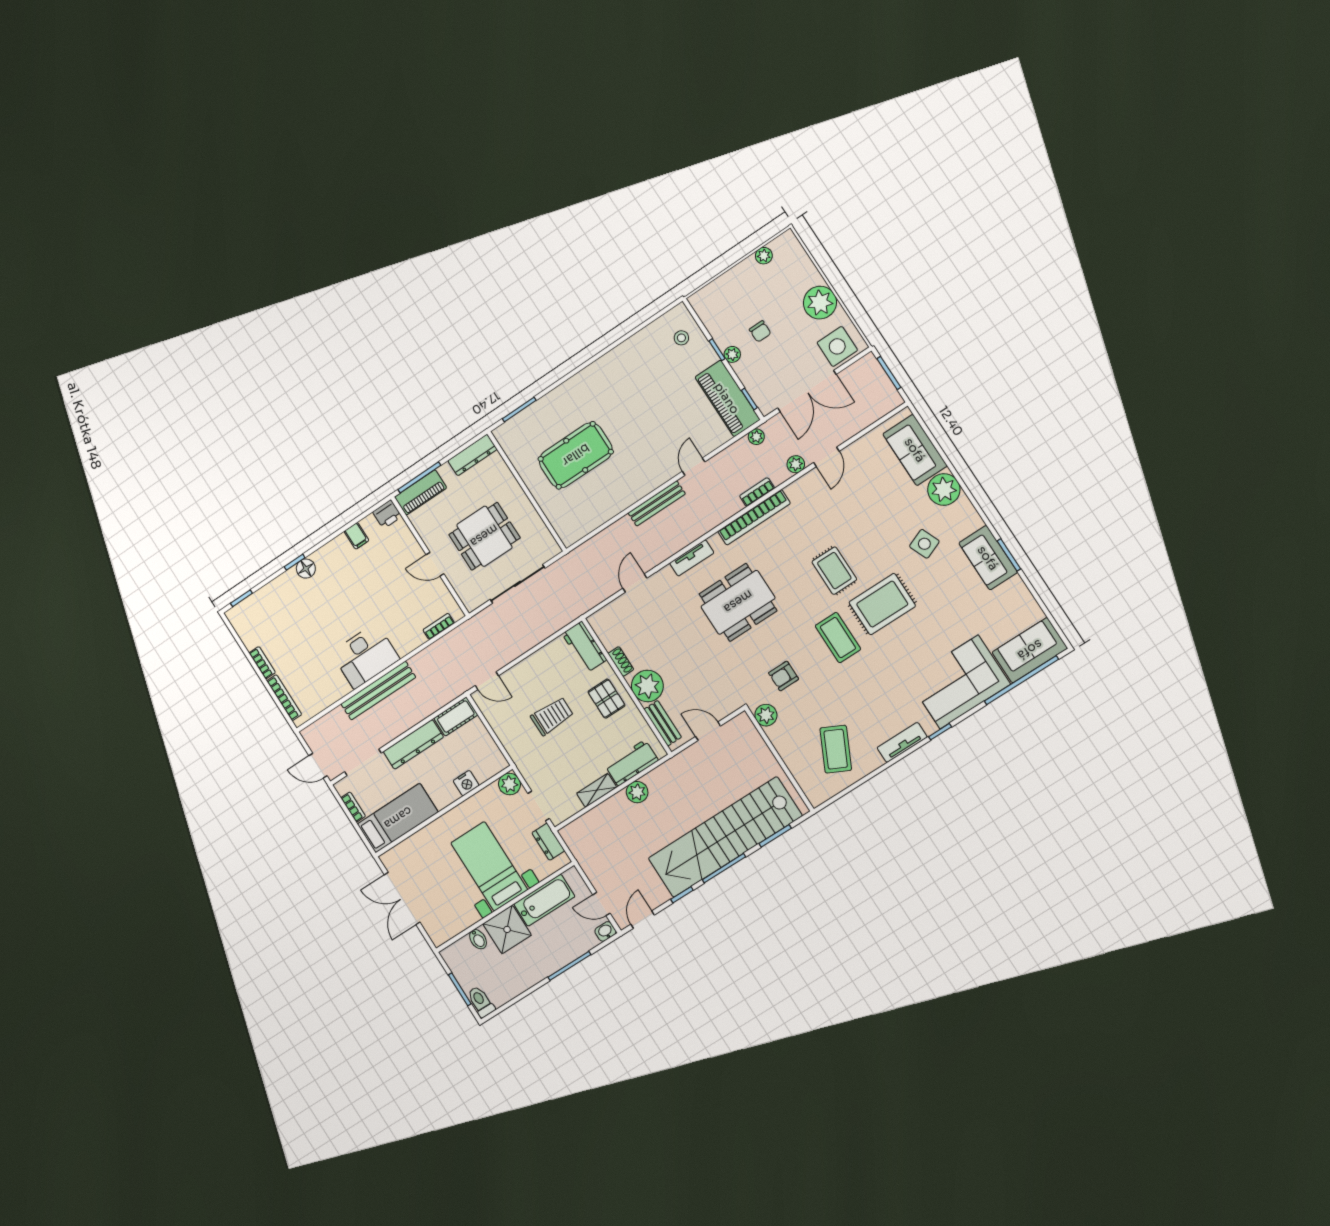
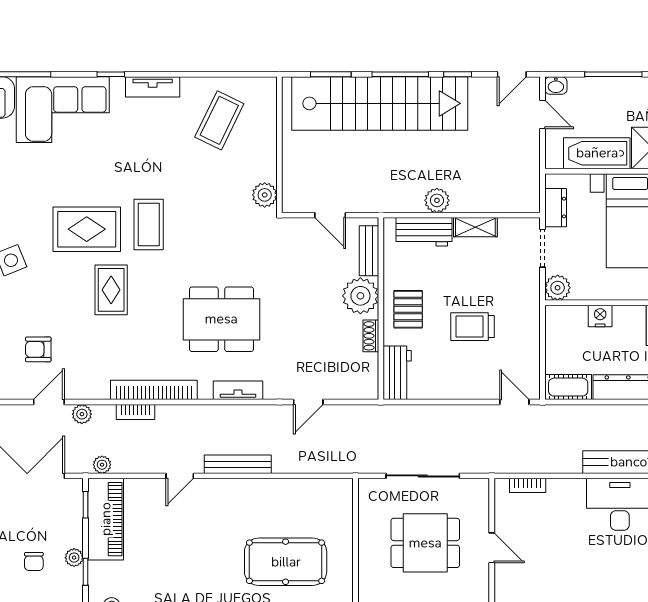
chair: (760, 331) -> (34, 562), turned 180
armchair: (784, 676) -> (38, 349), moved, turned 180

